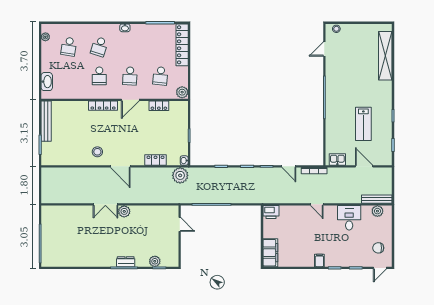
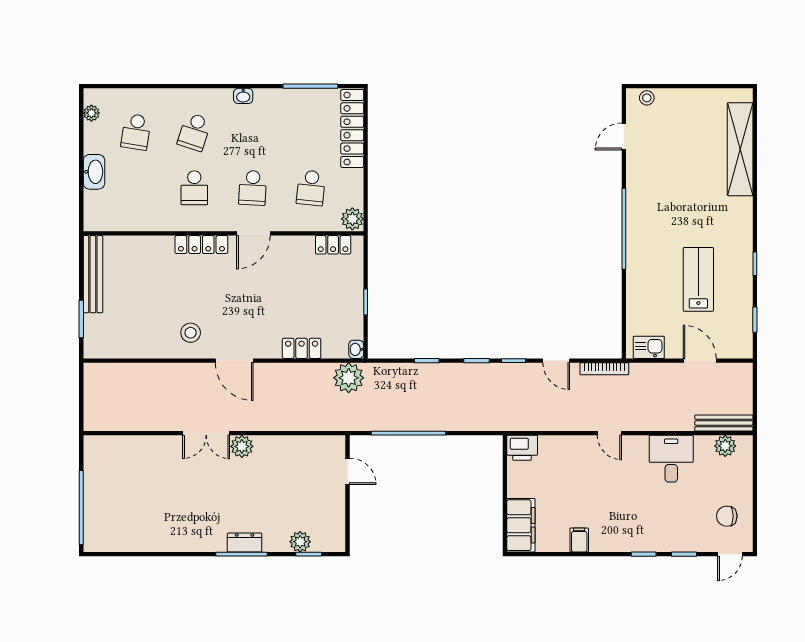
washbasin: (47, 82) -> (94, 172), moved
locker: (159, 106) -> (333, 245), moved
lab bench: (363, 124) -> (698, 279), turned 180
filing cabinet: (319, 260) -> (579, 540), moved

